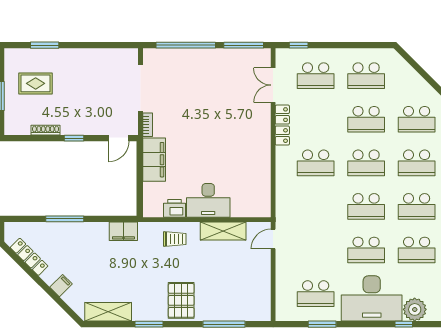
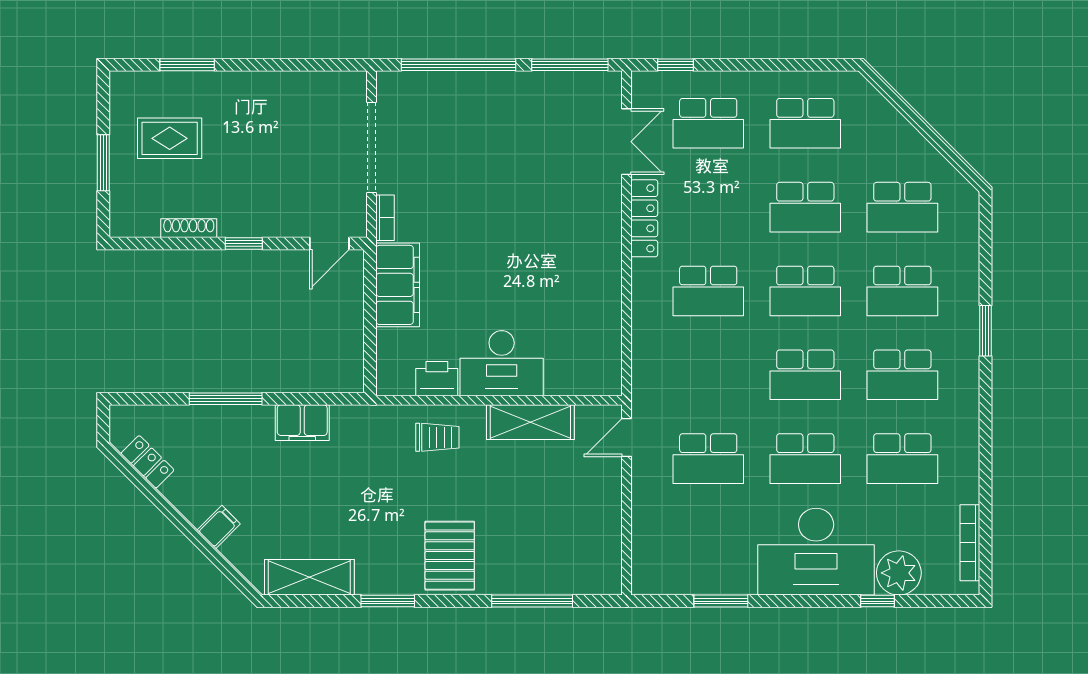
double door: (273, 85) -> (626, 142), swing flipped
filing cabinet: (123, 231) -> (302, 423), moved
locker: (29, 257) -> (147, 462), width x0.66
school desk: (316, 294) -> (708, 459), moved

